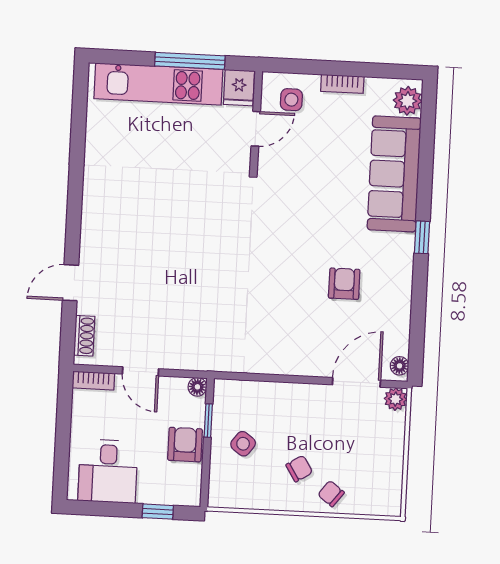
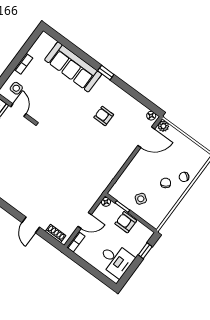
plant: (408, 101) -> (48, 42), removed
door: (356, 382) -> (146, 137), swing flipped

